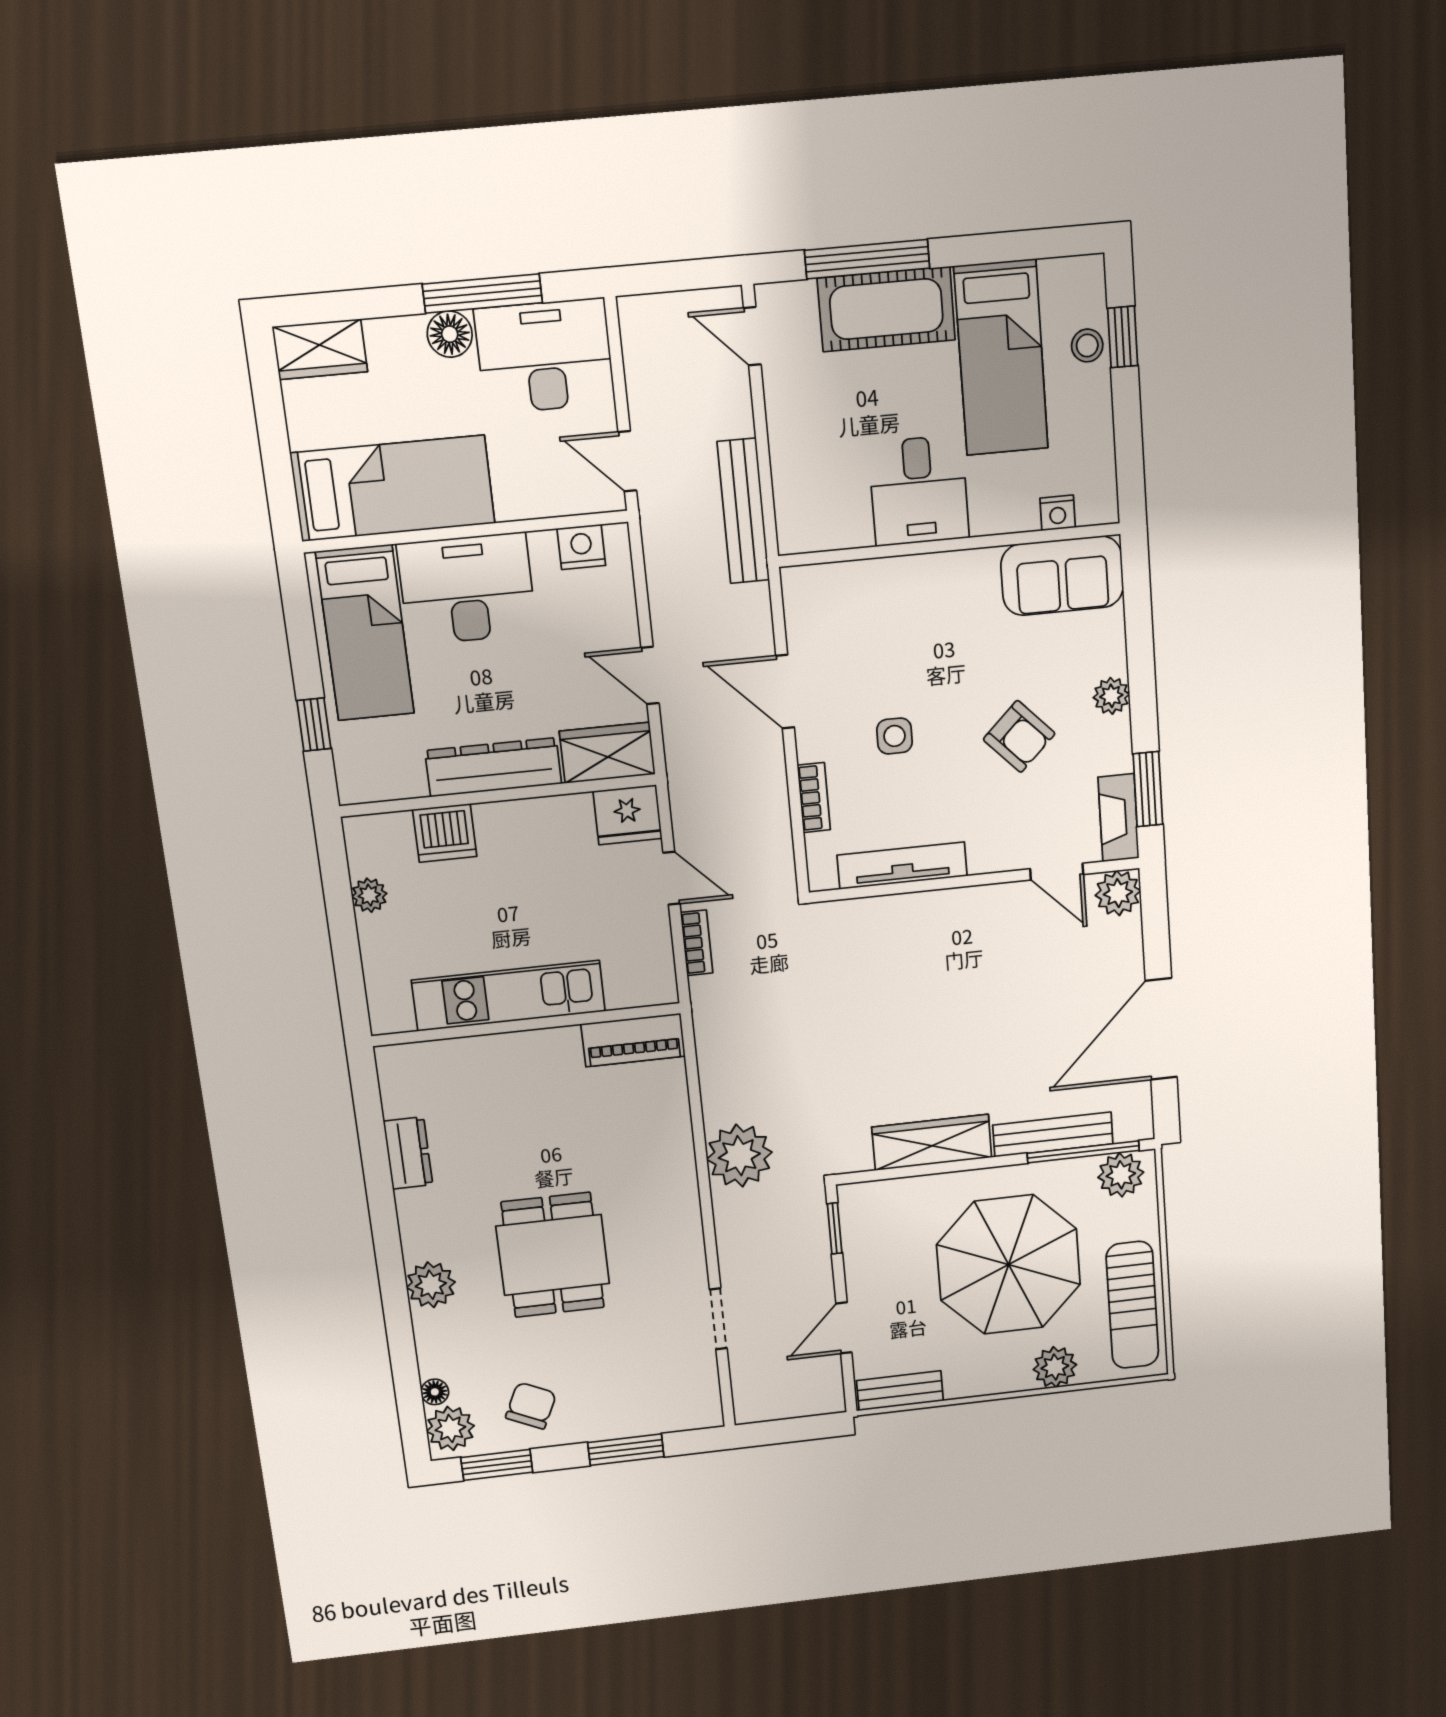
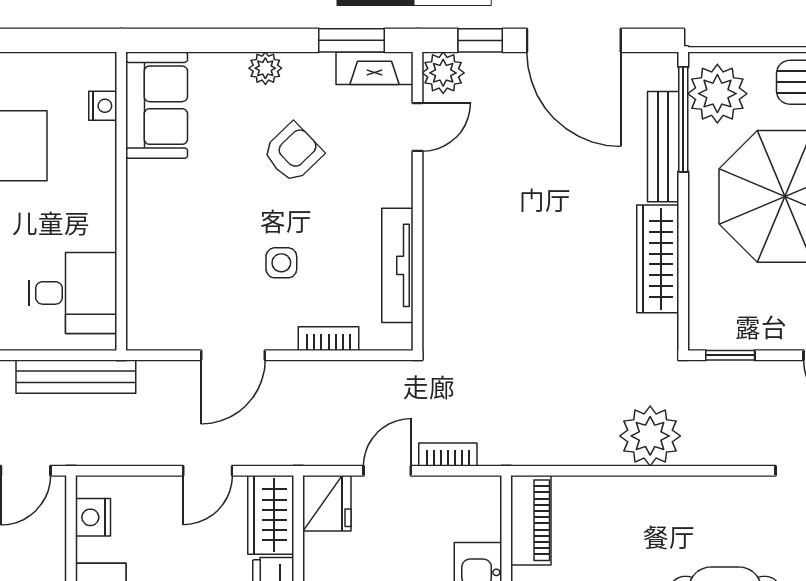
desk: (919, 491) -> (73, 293), moved
window: (1156, 929) -> (480, 40), added
plant: (1121, 1175) -> (717, 94), width x1.36, depth x1.36

